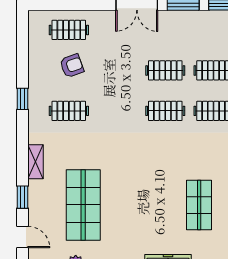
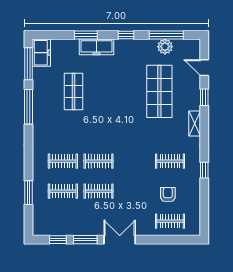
armchair: (72, 66) -> (168, 195), turned 110

